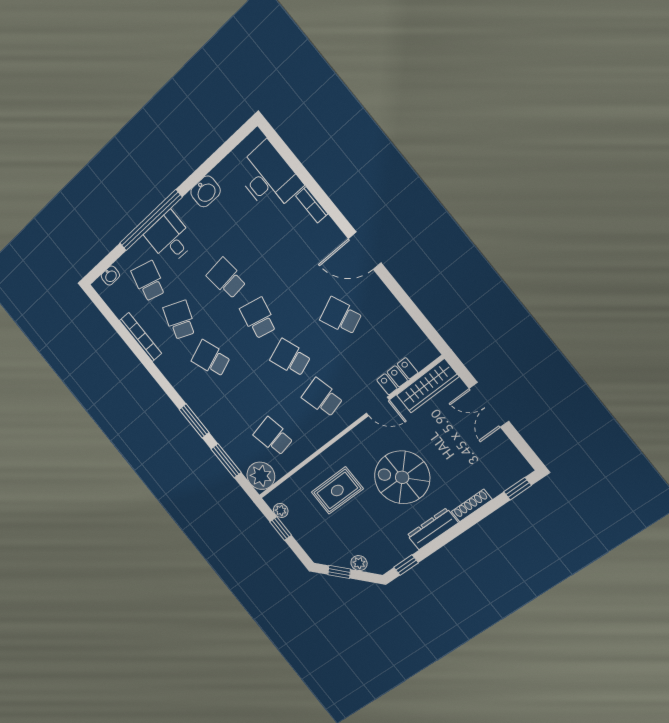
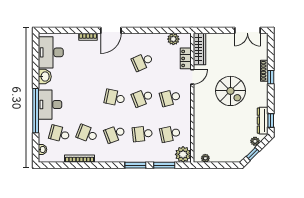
desk: (268, 178) -> (51, 52), moved, turned -90
desk: (170, 238) -> (50, 105), width x1.37
door: (365, 251) -> (111, 30), moved
school desk: (226, 278) -> (142, 134), moved
plant: (411, 335) -> (173, 39), added
double door: (489, 405) -> (247, 30), moved
spiral stairs: (402, 477) -> (230, 91), turned -90
window: (518, 489) -> (271, 77), moved
rug: (337, 490) -> (215, 124), removed
window: (281, 528) -> (213, 165), removed
dresser: (433, 529) -> (263, 121), moved

